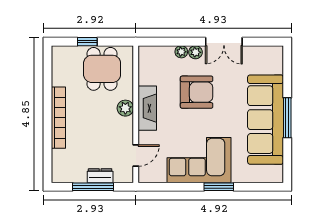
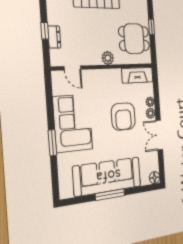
floor lamp: (276, 53) -> (155, 178), added
fireplace: (147, 108) -> (137, 75), moved
window: (93, 187) -> (45, 31), width x0.46

